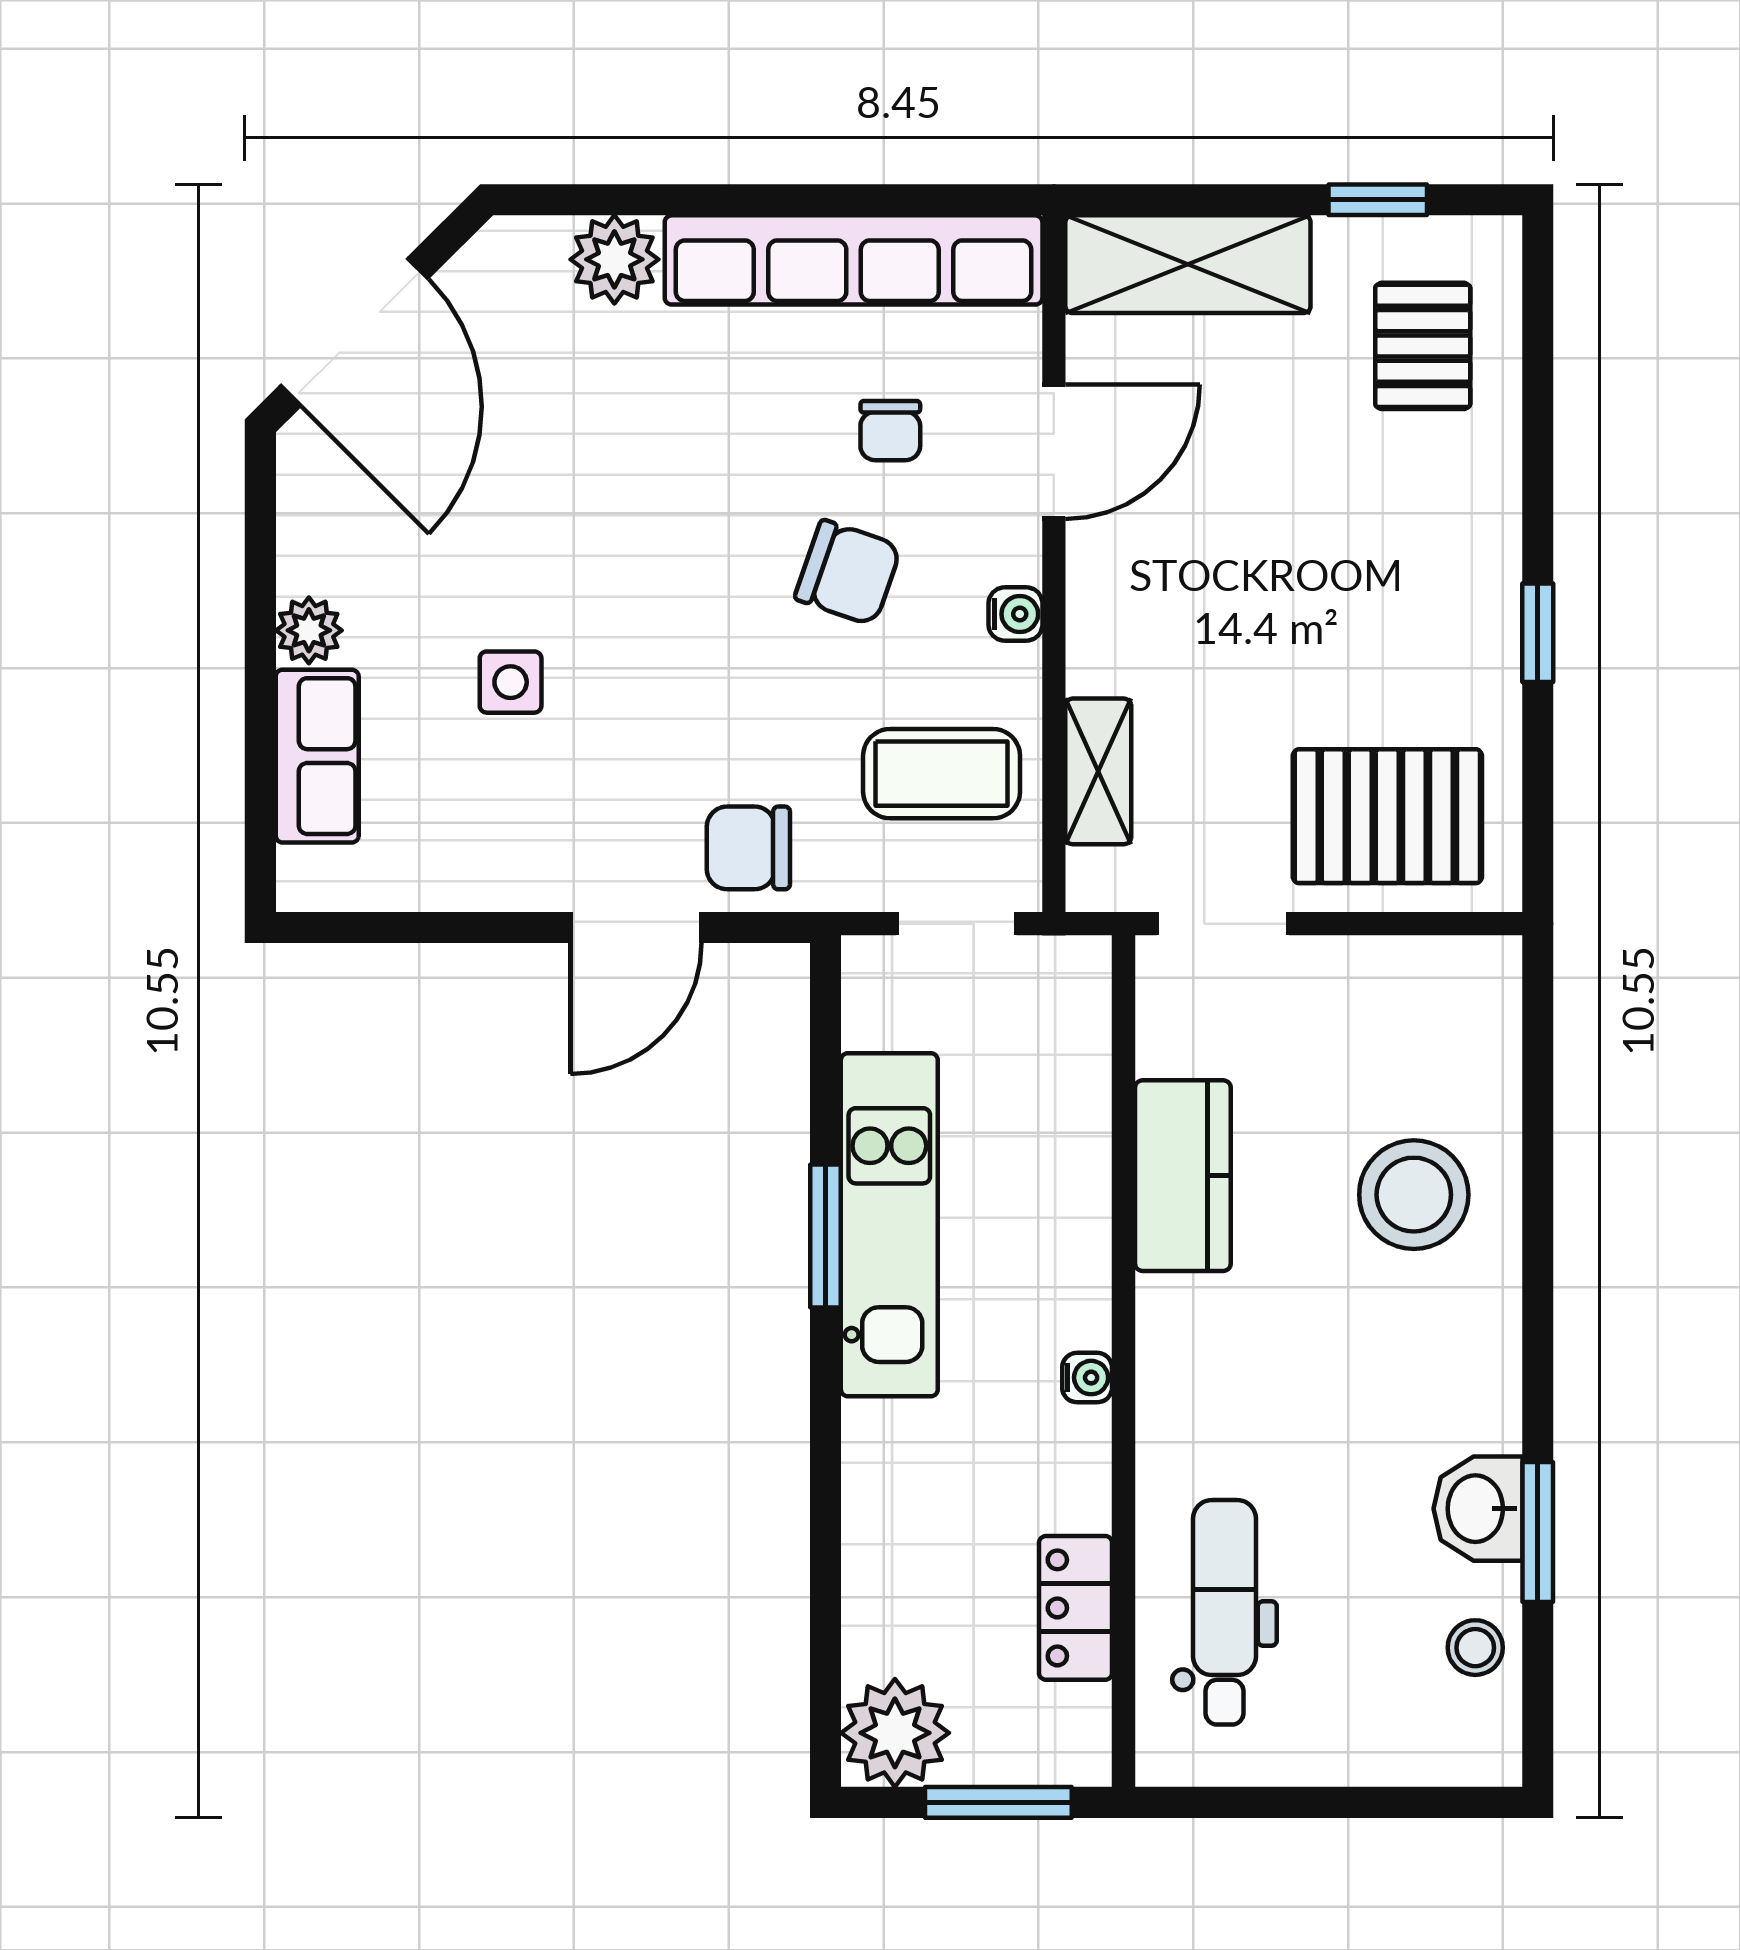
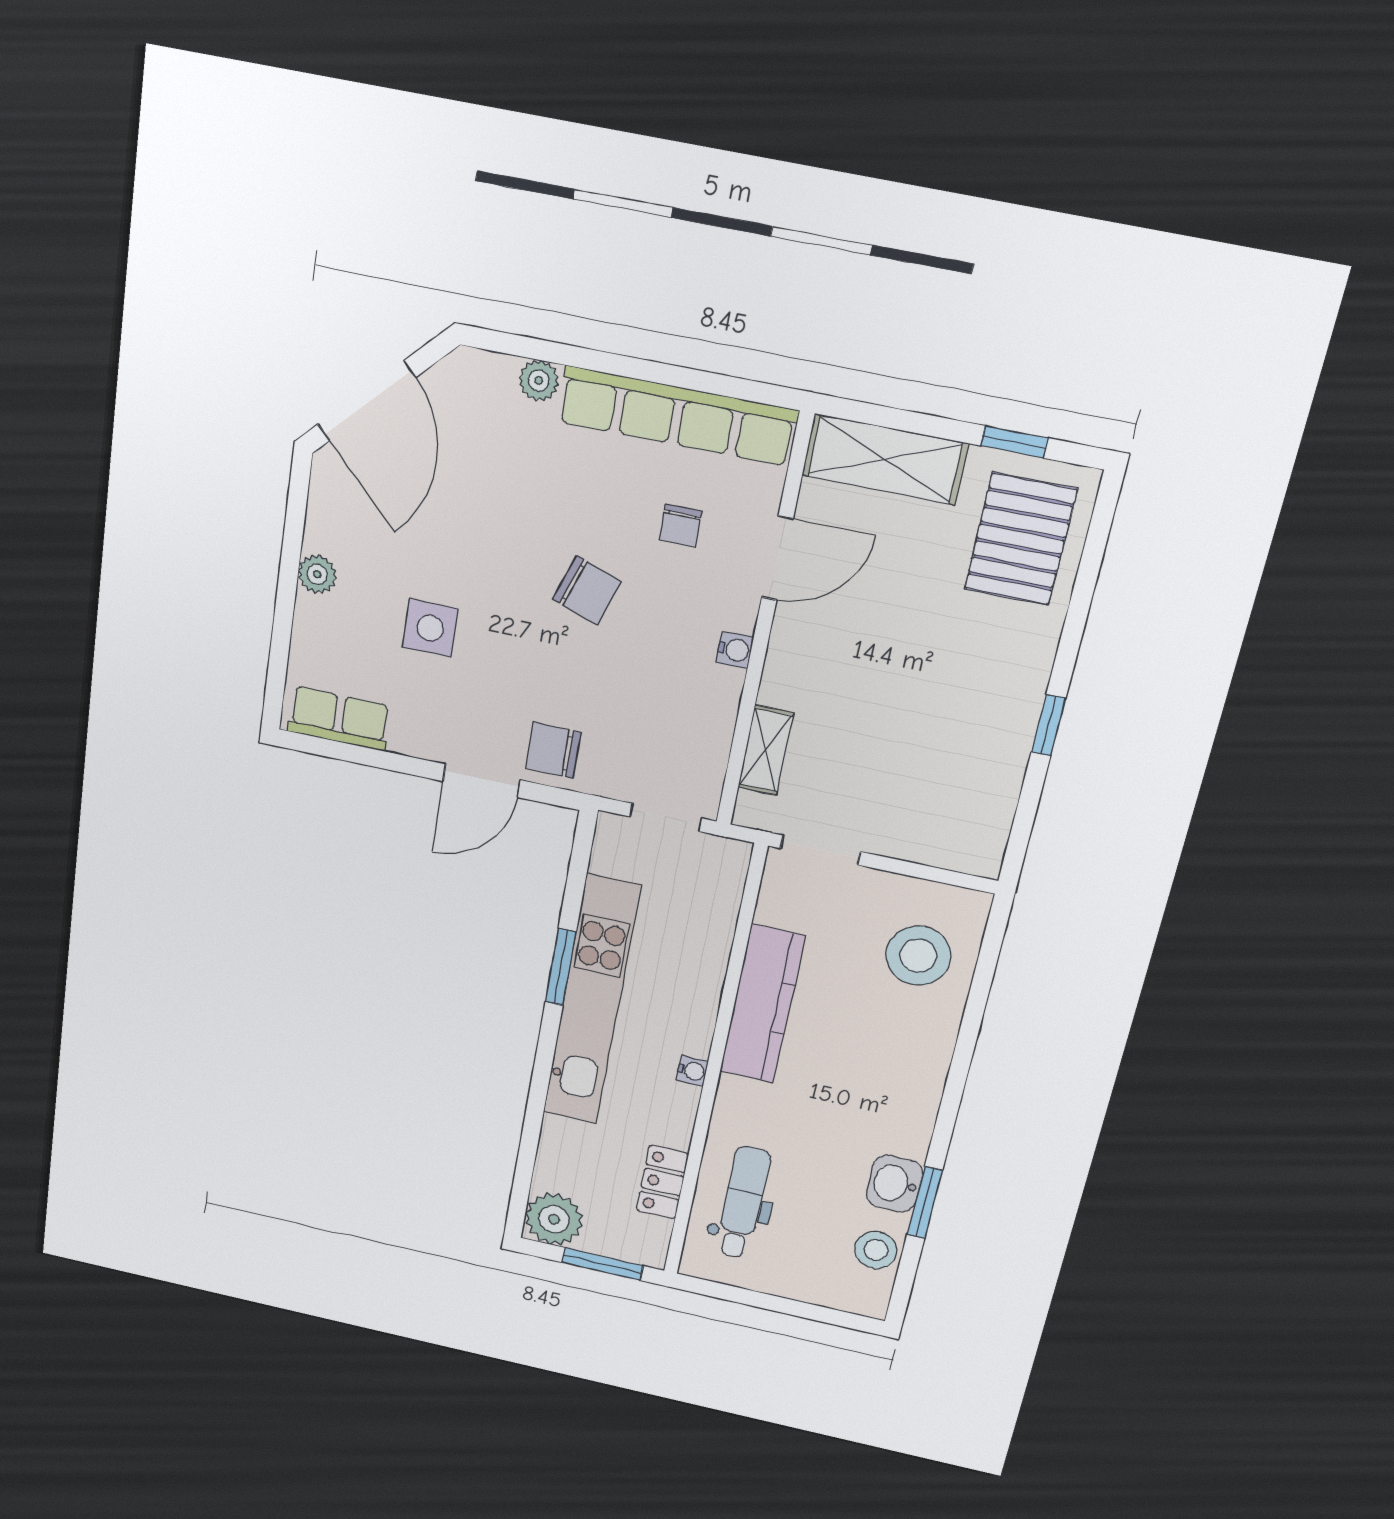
plant: (614, 259) -> (539, 381), width x0.73, depth x0.73
pallet: (1423, 346) -> (1021, 539), width x1.50, depth x1.42
chair: (848, 573) -> (587, 590), moved
side table: (511, 682) -> (430, 628), width x1.37, depth x1.37
row of seats: (317, 756) -> (339, 718), moved, turned -90
coffee table: (942, 774) -> (673, 732), removed
pallet: (1387, 816) -> (931, 811), removed
kitchen counter: (1183, 1176) -> (762, 1004), width x1.50
stool: (1414, 1195) -> (918, 955), moved
kitchen unit: (889, 1225) -> (591, 1001), width x1.36
stool: (1475, 1648) -> (876, 1250), width x1.37, depth x1.37

